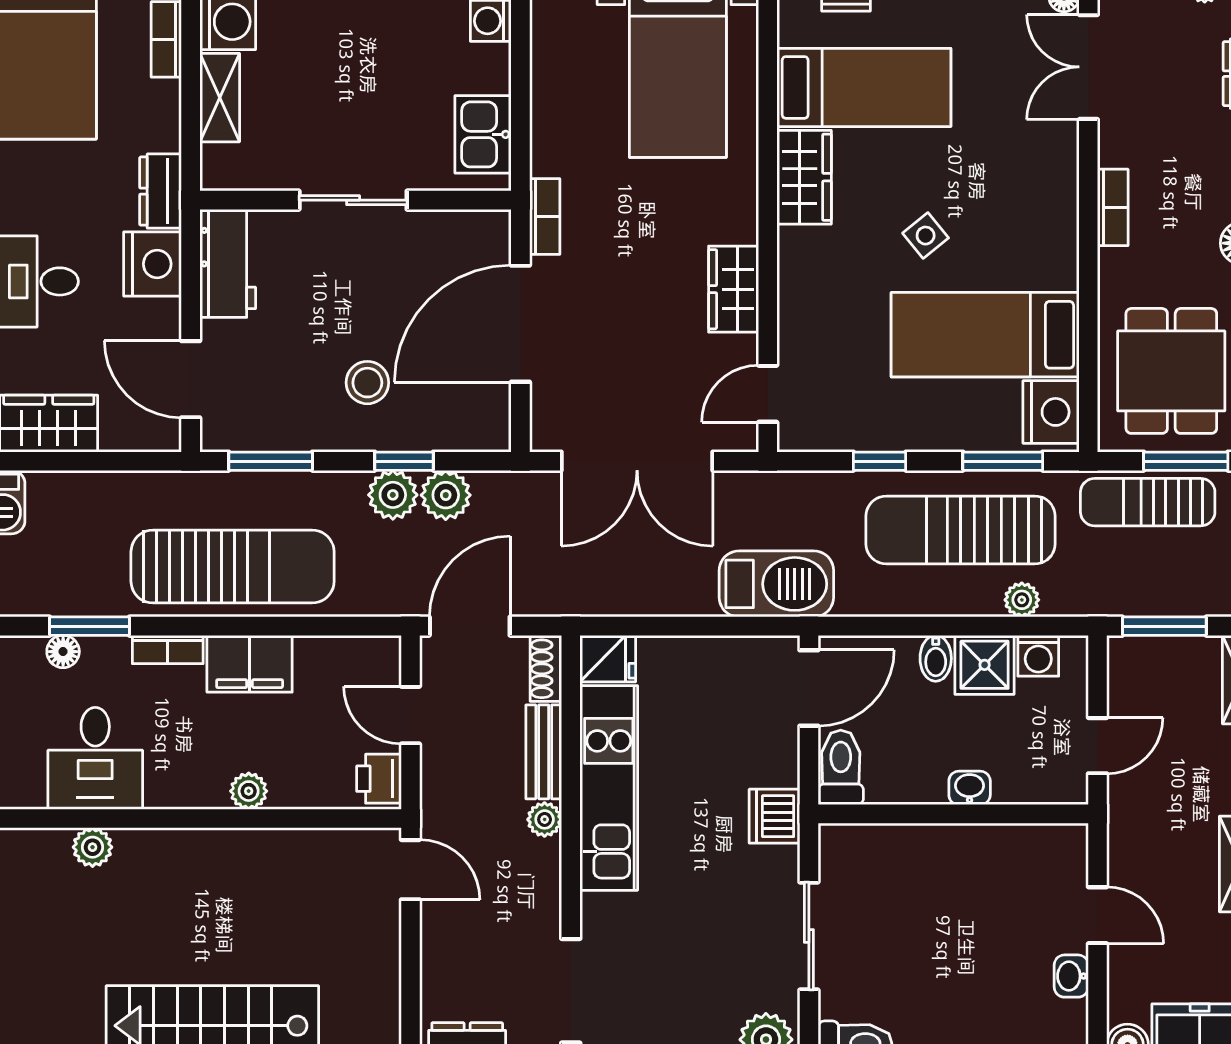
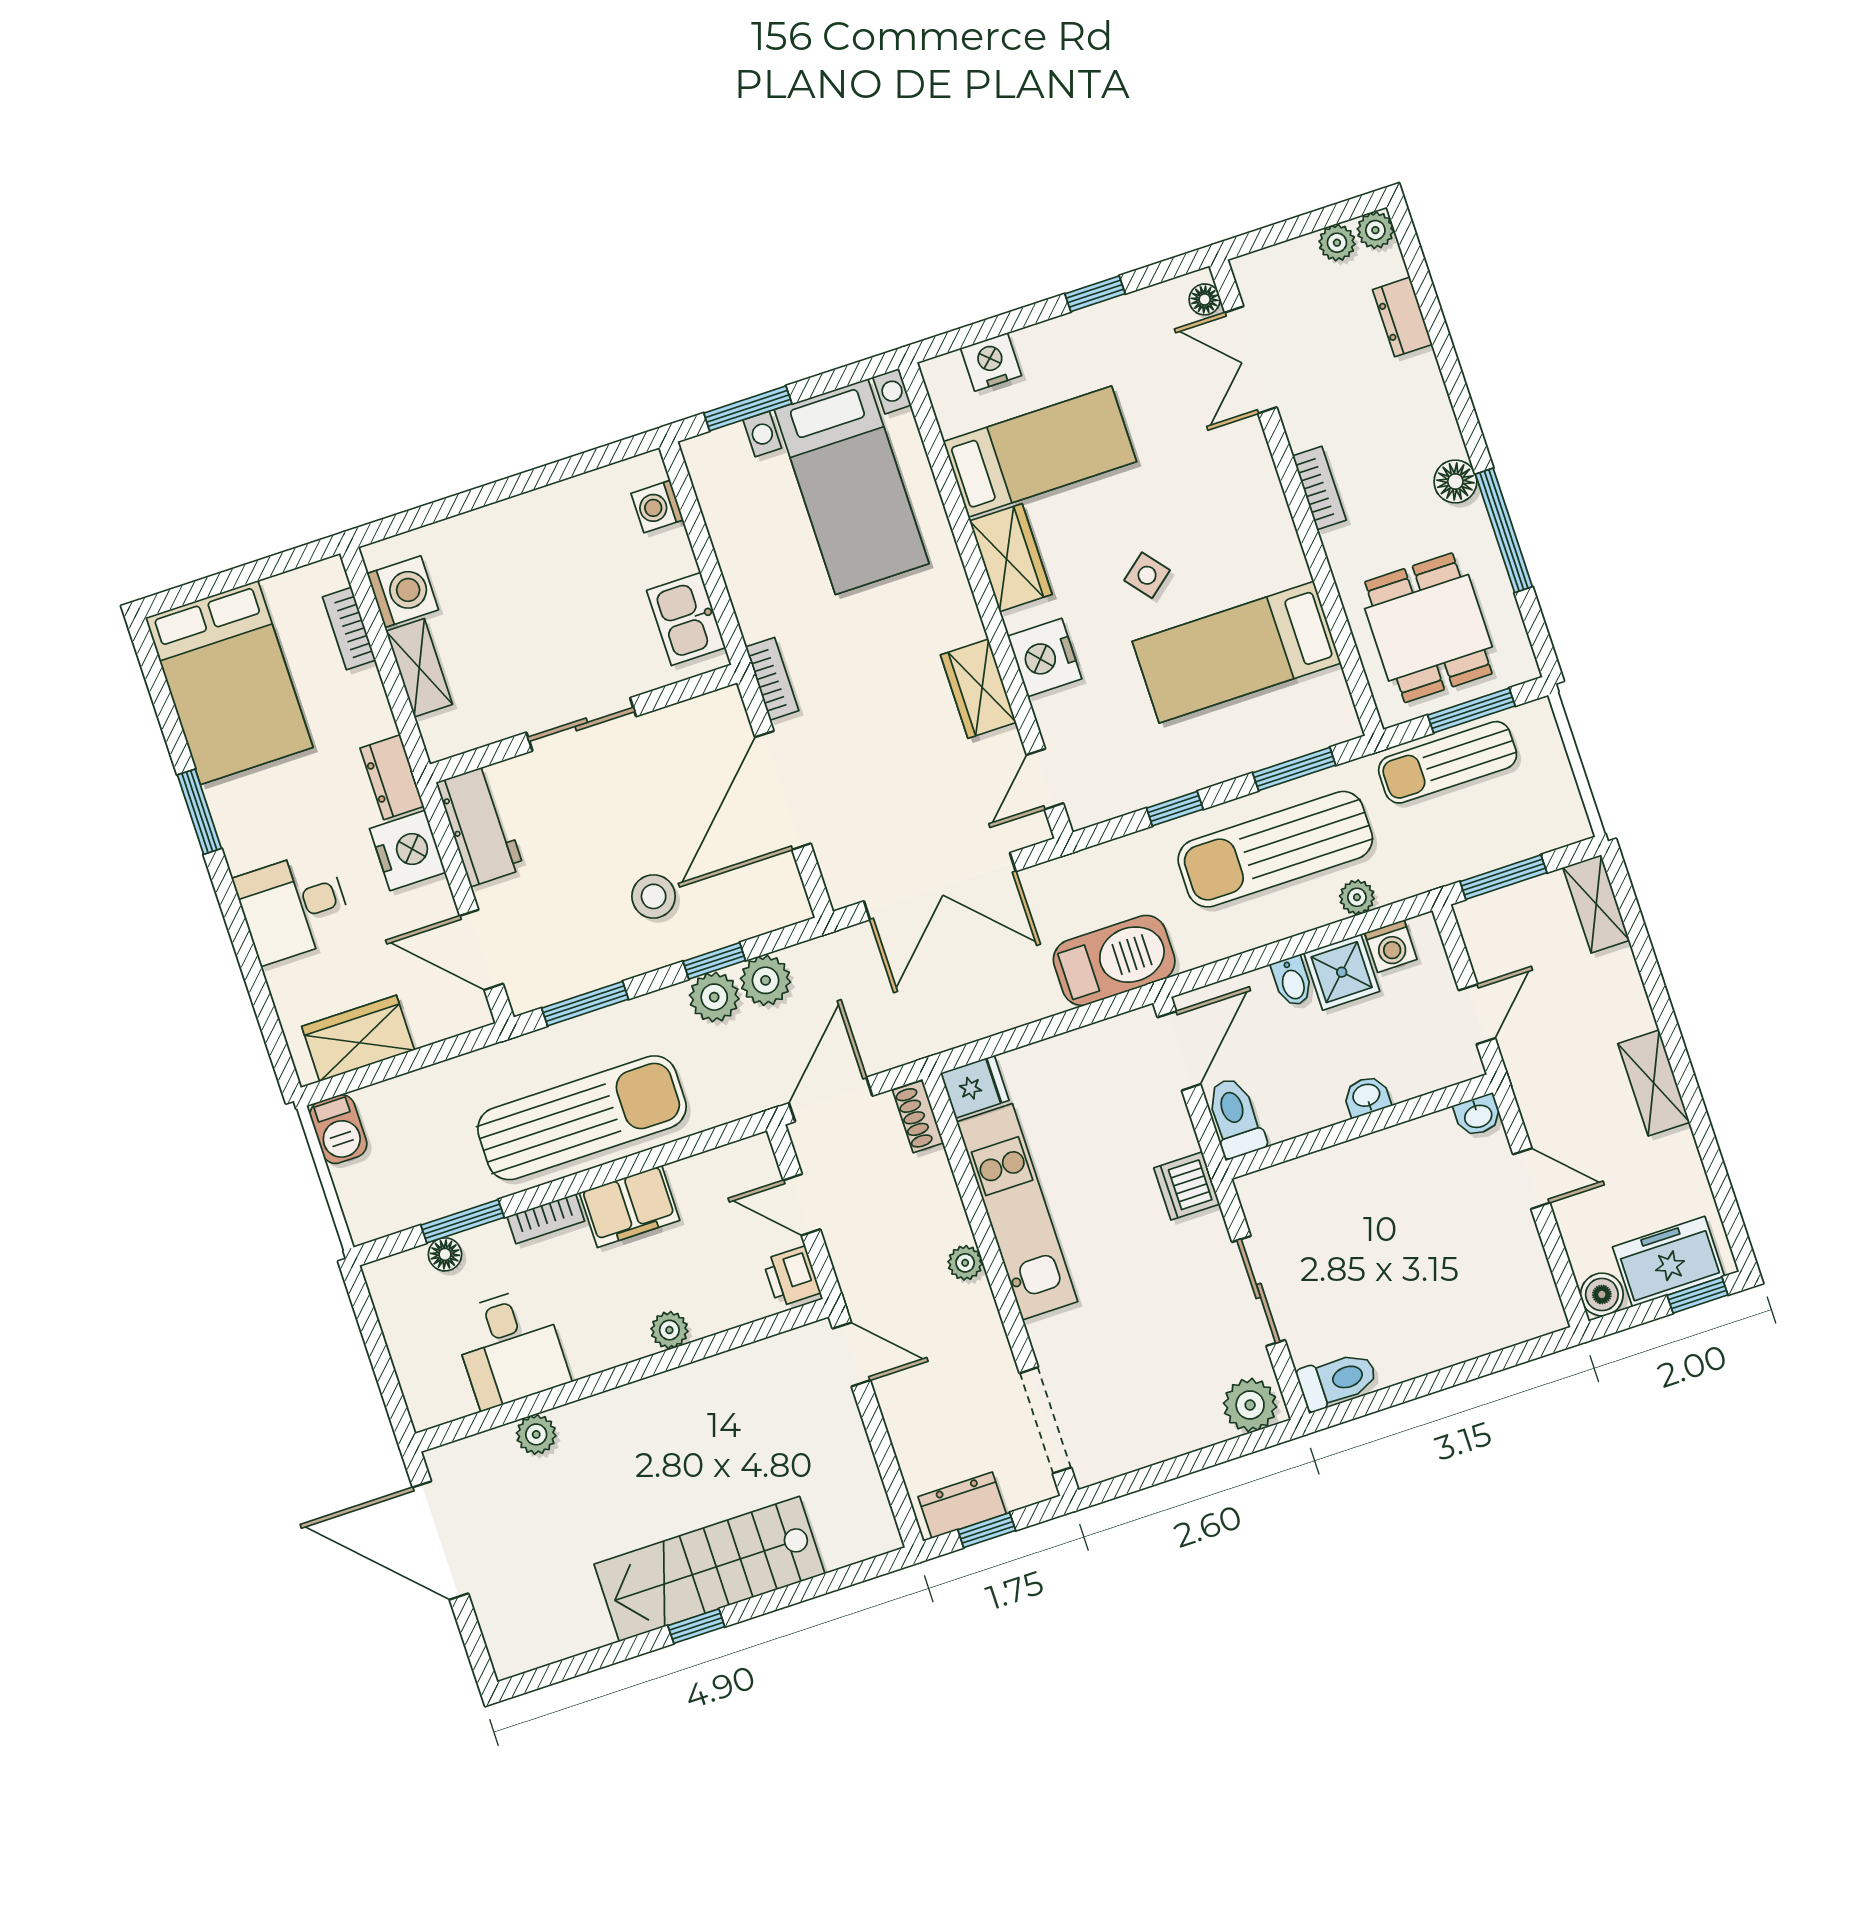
nightstand: (1051, 412) -> (1045, 657), moved, turned 180
bench: (544, 752) -> (943, 1198), removed
washbasin: (1071, 976) -> (1478, 1115), moved, turned -90

